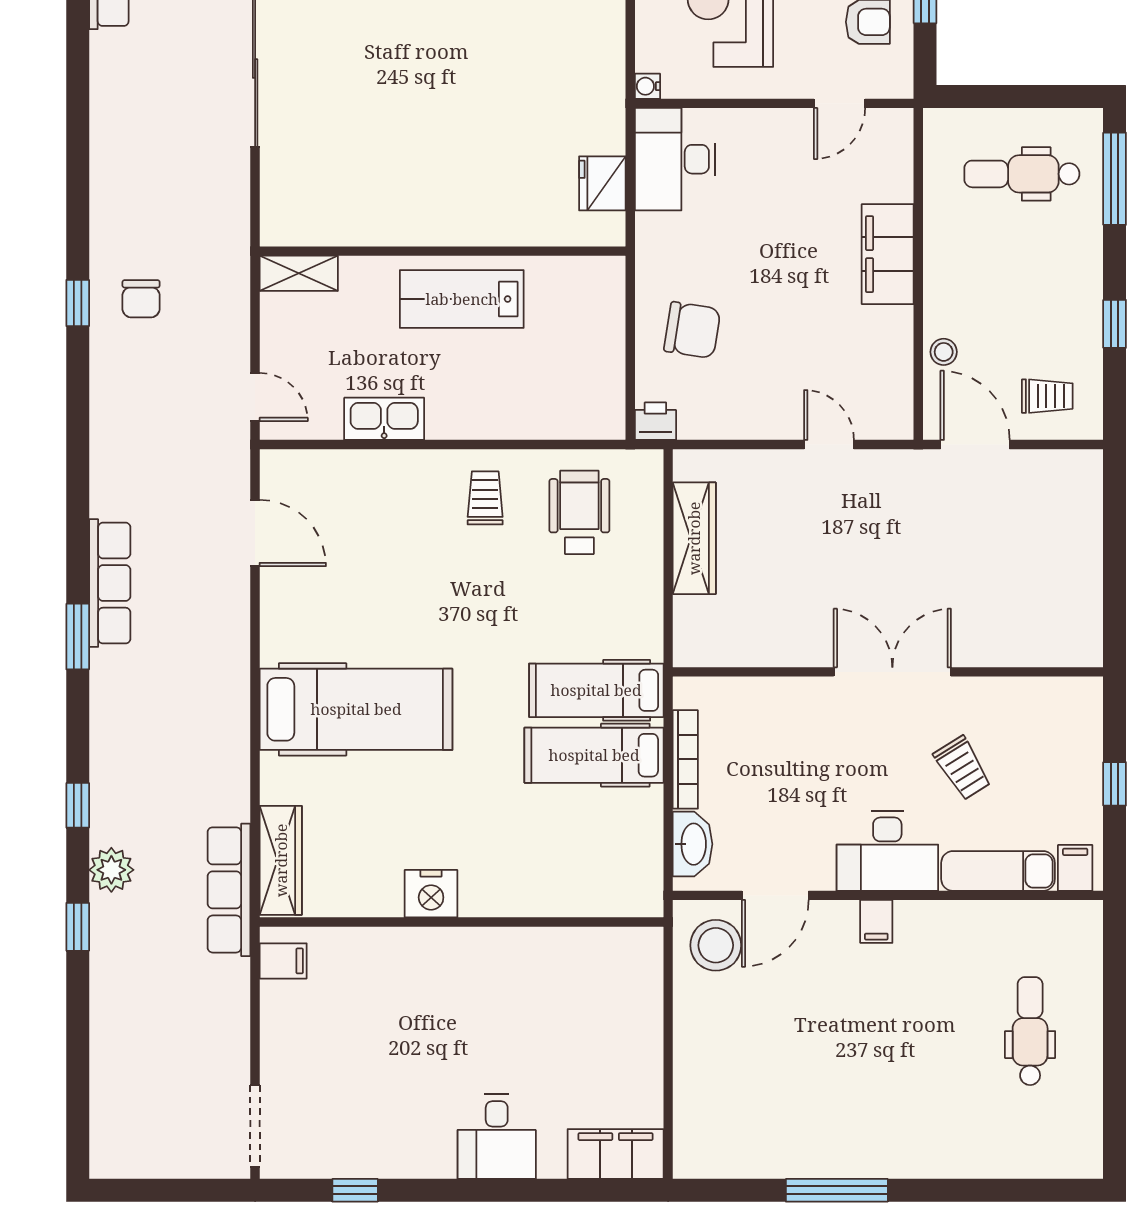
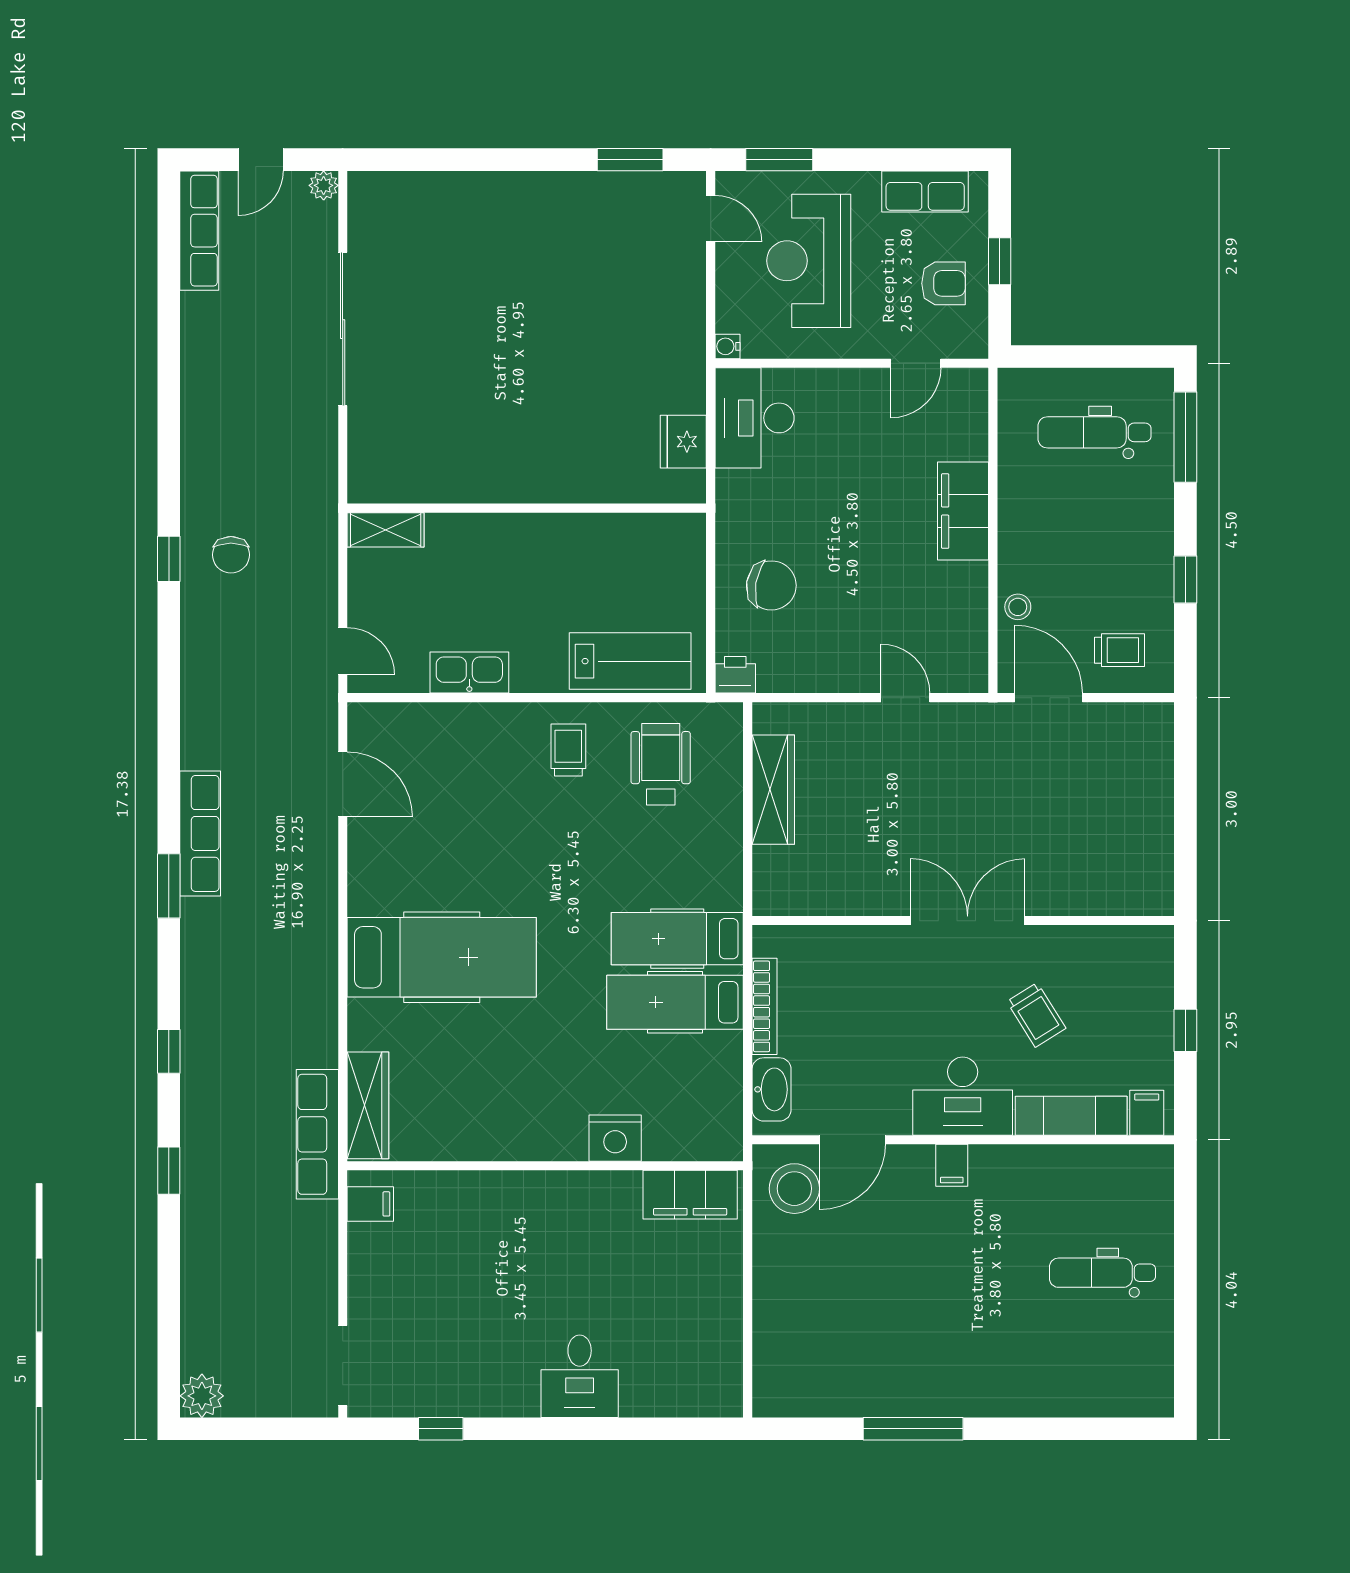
lab bench: (462, 299) -> (630, 661), moved, turned 180
plant: (111, 870) -> (202, 1396), moved
nightstand: (431, 894) -> (615, 1138), moved
dental chair: (1030, 1031) -> (1103, 1273), turned -90
filing cabinet: (616, 1154) -> (690, 1195), moved, turned 180

